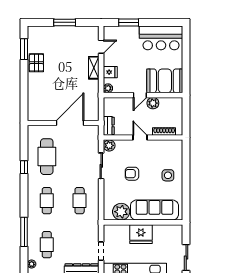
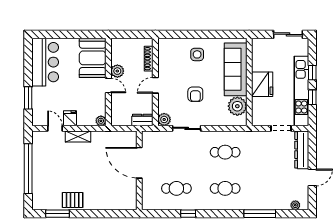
window: (65, 22) -> (28, 169), width x2.11
fridge: (110, 72) -> (70, 118), moved
cafe table: (47, 157) -> (176, 188), width x0.73, depth x0.74
cafe table: (47, 245) -> (274, 188), removed

